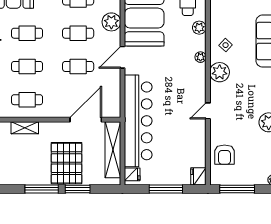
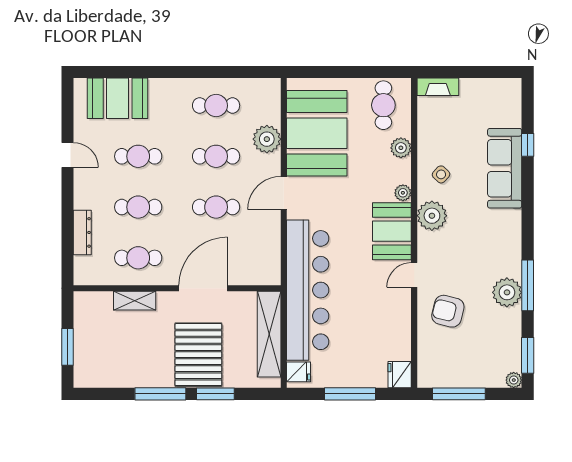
booth: (193, 82) -> (392, 231), added
door: (86, 120) -> (203, 288), moved
armchair: (225, 155) -> (448, 311), moved, turned 104

